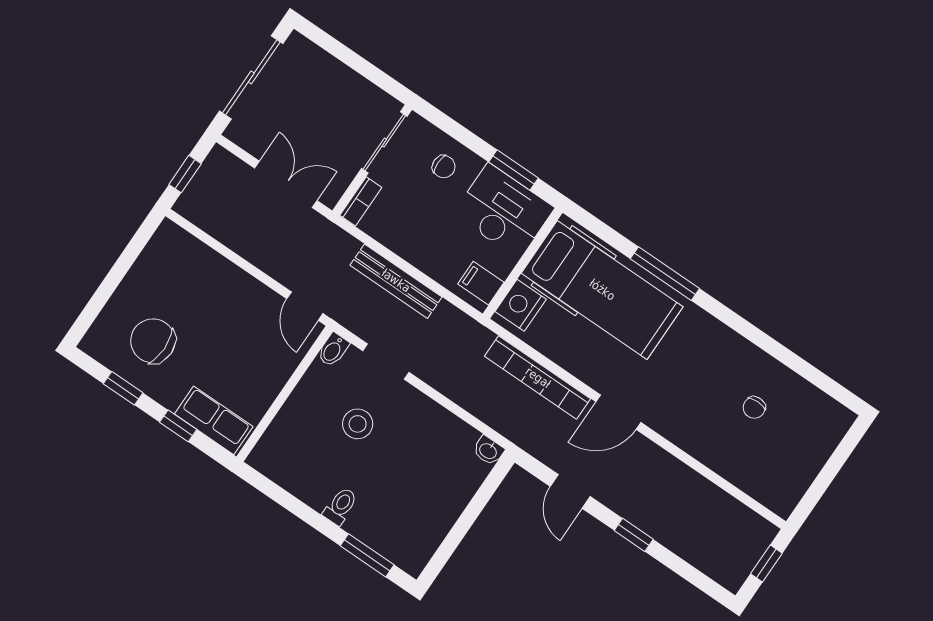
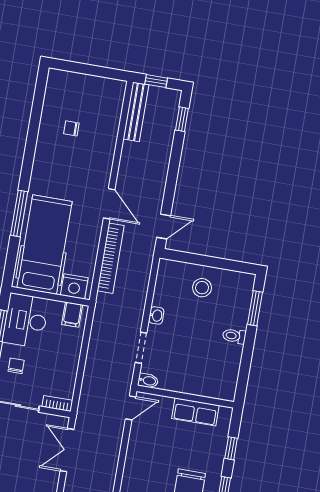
bench: (396, 281) -> (136, 112), moved
chair: (754, 407) -> (71, 128), turned 180
row of seats: (214, 420) -> (195, 412), moved, turned -90
stool: (358, 424) -> (202, 288), moved
washbasin: (488, 451) -> (156, 315), moved
door: (570, 491) -> (164, 226), moved
window: (634, 535) -> (182, 119), moved

